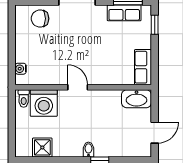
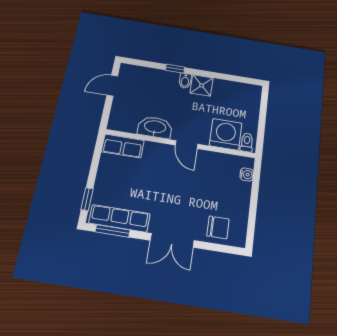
row of seats: (124, 13) -> (119, 218), width x1.48
row of seats: (143, 67) -> (123, 146), moved, turned 90
washbasin: (137, 99) -> (155, 127), moved
shower: (42, 147) -> (202, 85), moved

